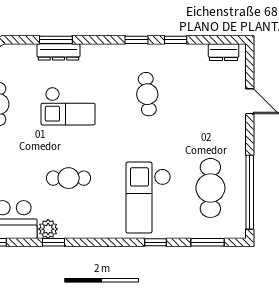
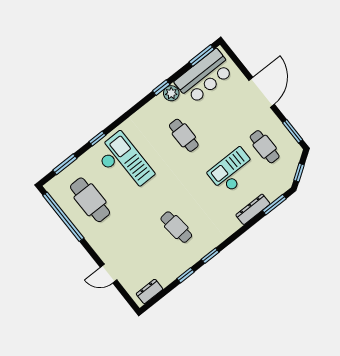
window: (56, 40) -> (274, 205), moved
checkout: (68, 106) -> (232, 171), moved
cafe table: (69, 178) -> (184, 135), turned 90

